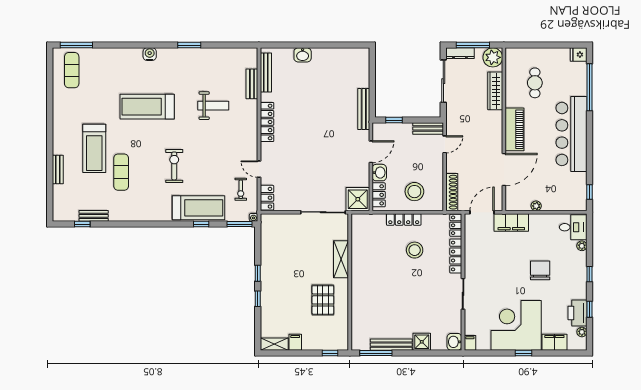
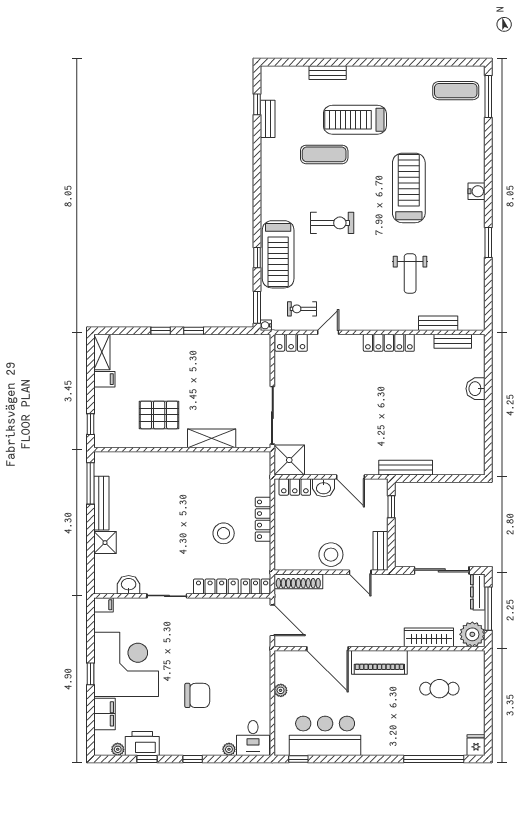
bench: (266, 73) -> (453, 341), width x0.73
bar counter: (571, 134) -> (325, 736), moved, width x0.73
stool: (414, 192) -> (331, 555), moved
filing cabinet: (511, 222) -> (259, 658), removed
washbasin: (454, 342) -> (129, 585), moved

